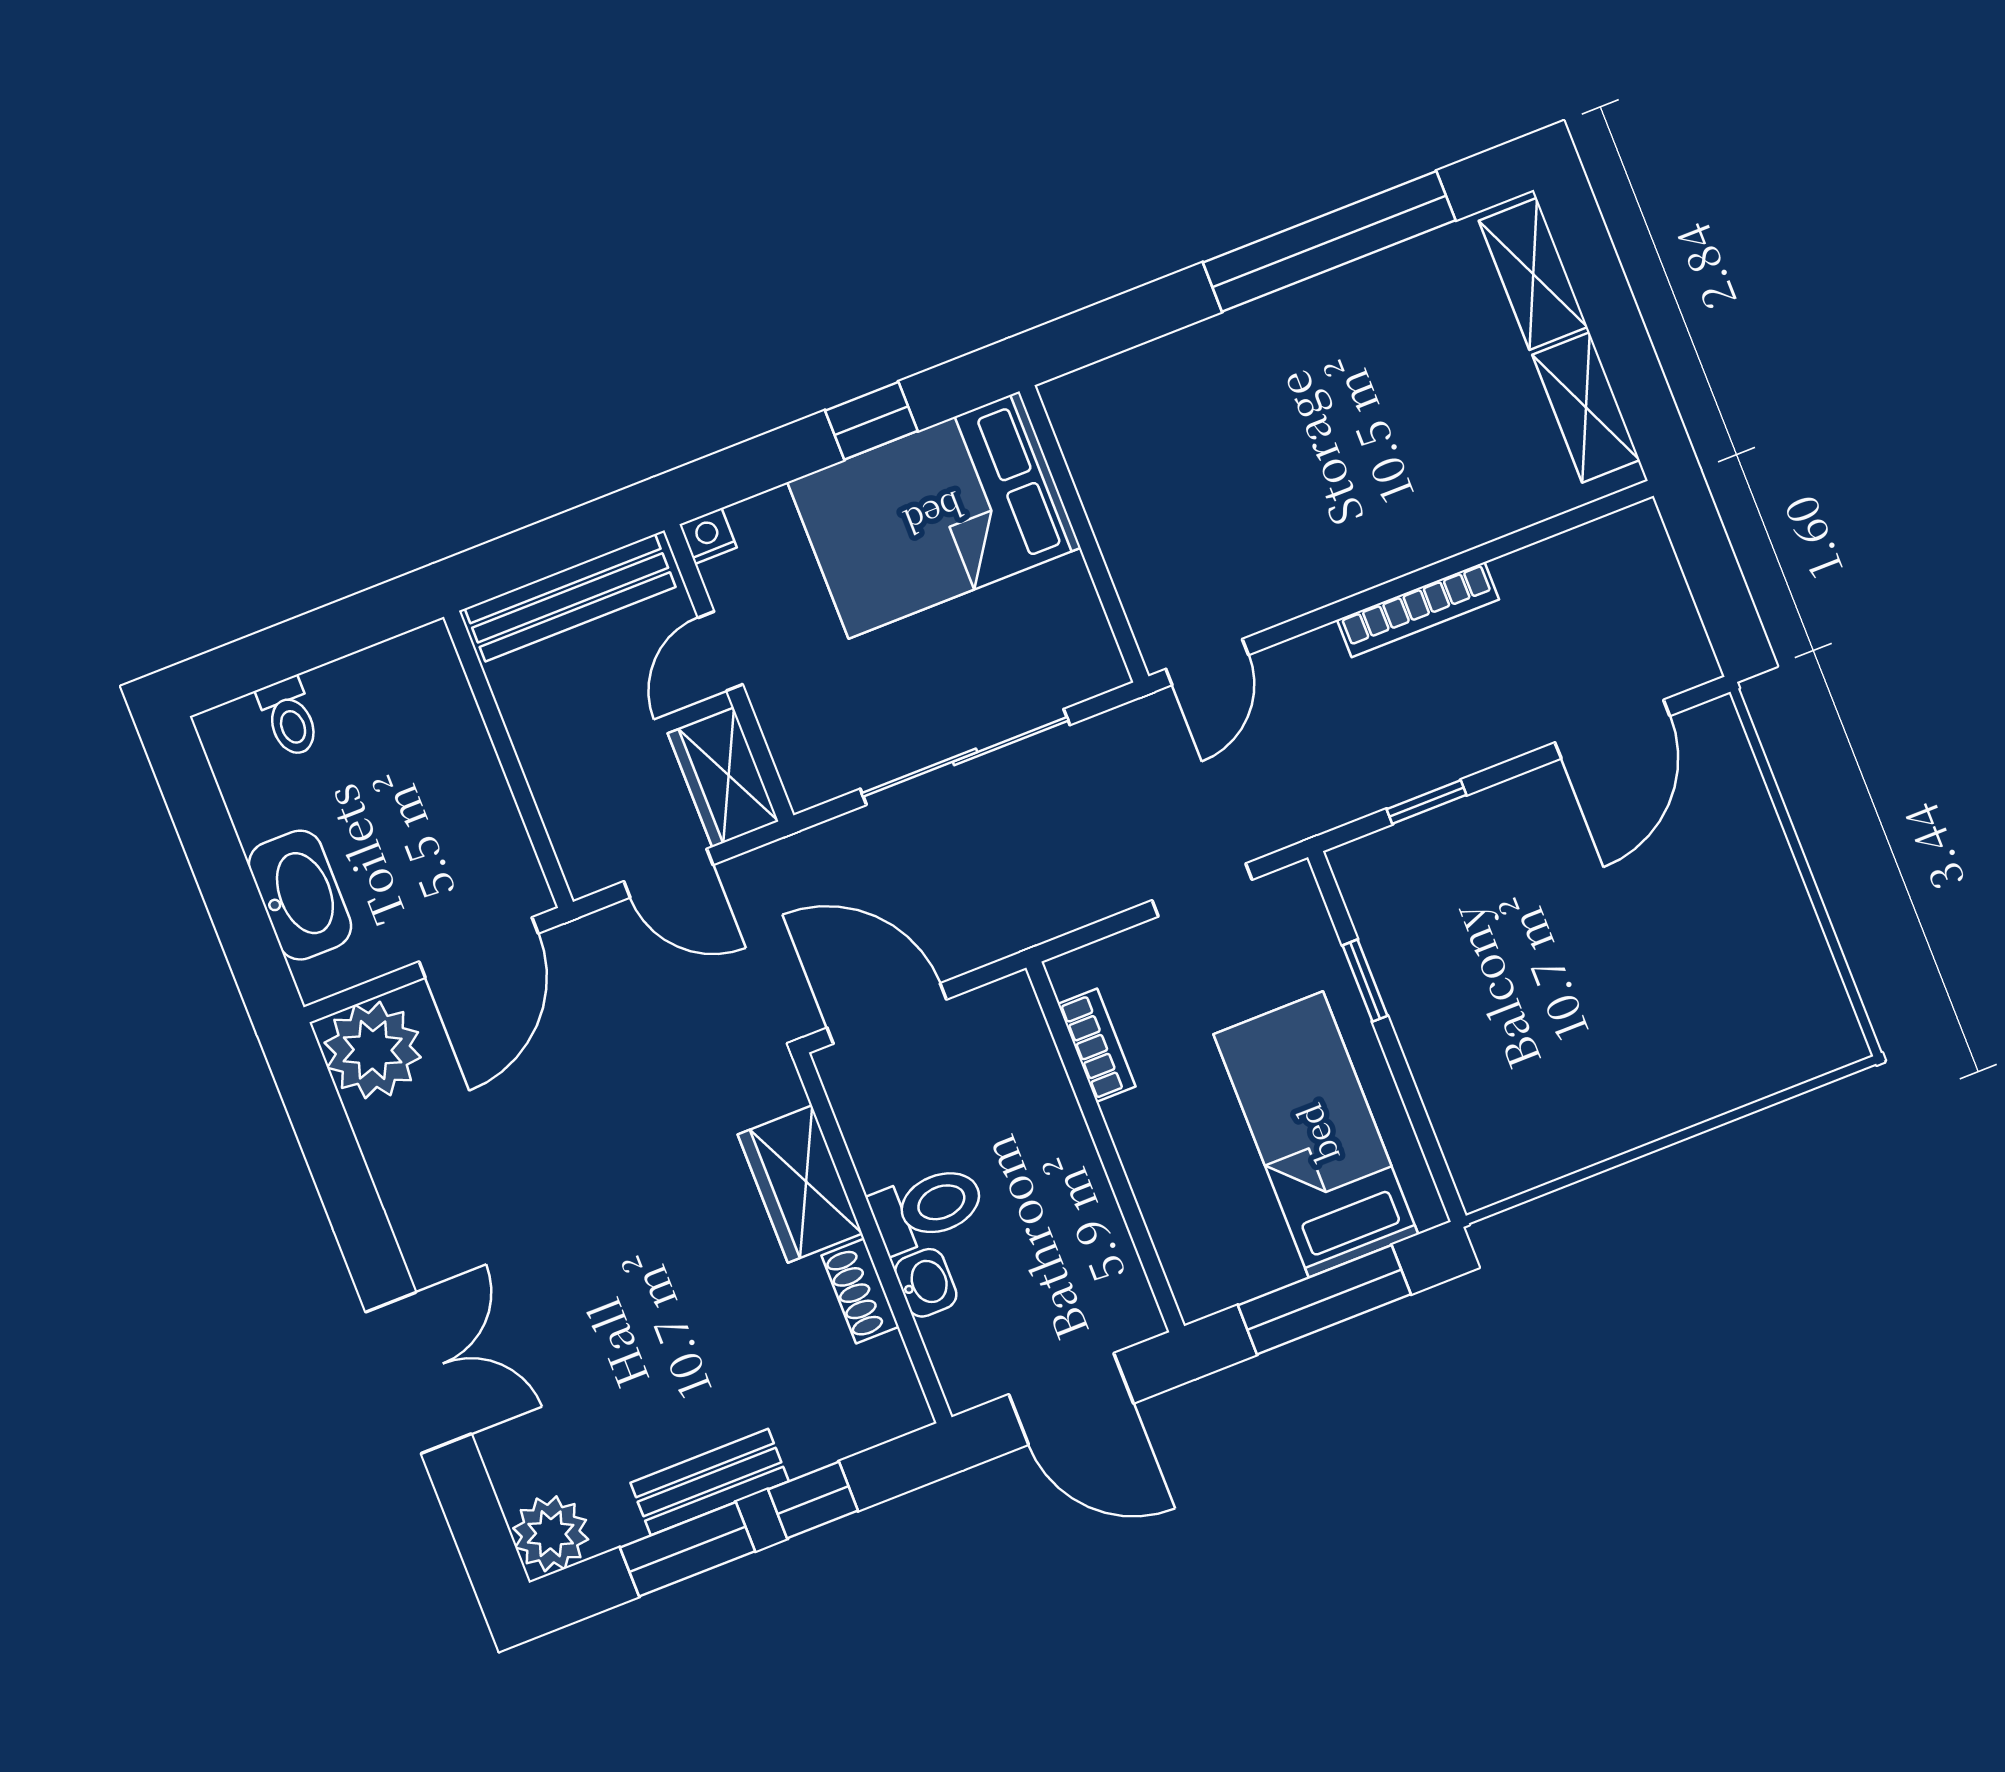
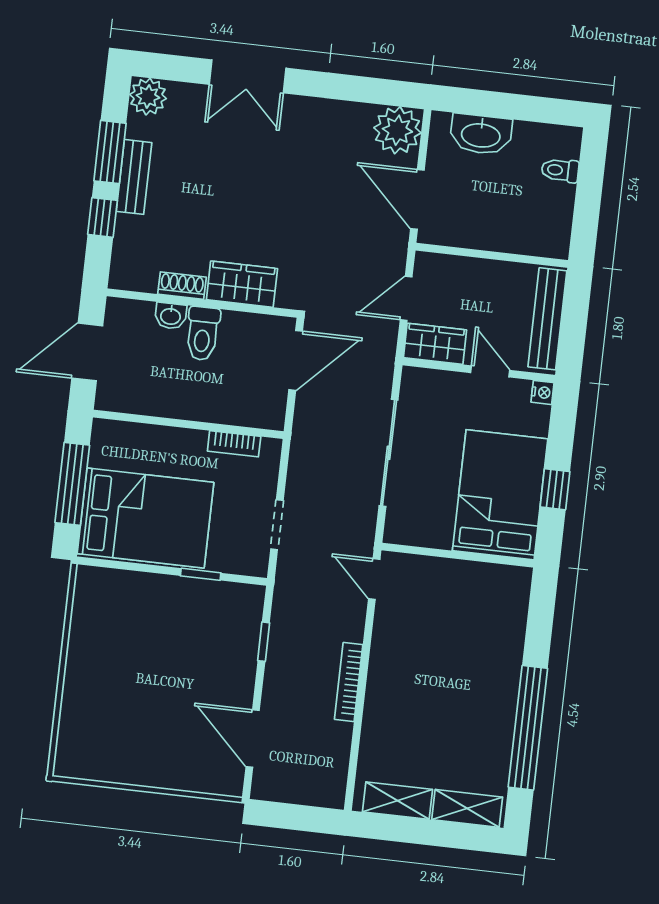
bed: (1316, 1134) -> (145, 518), width x1.50

